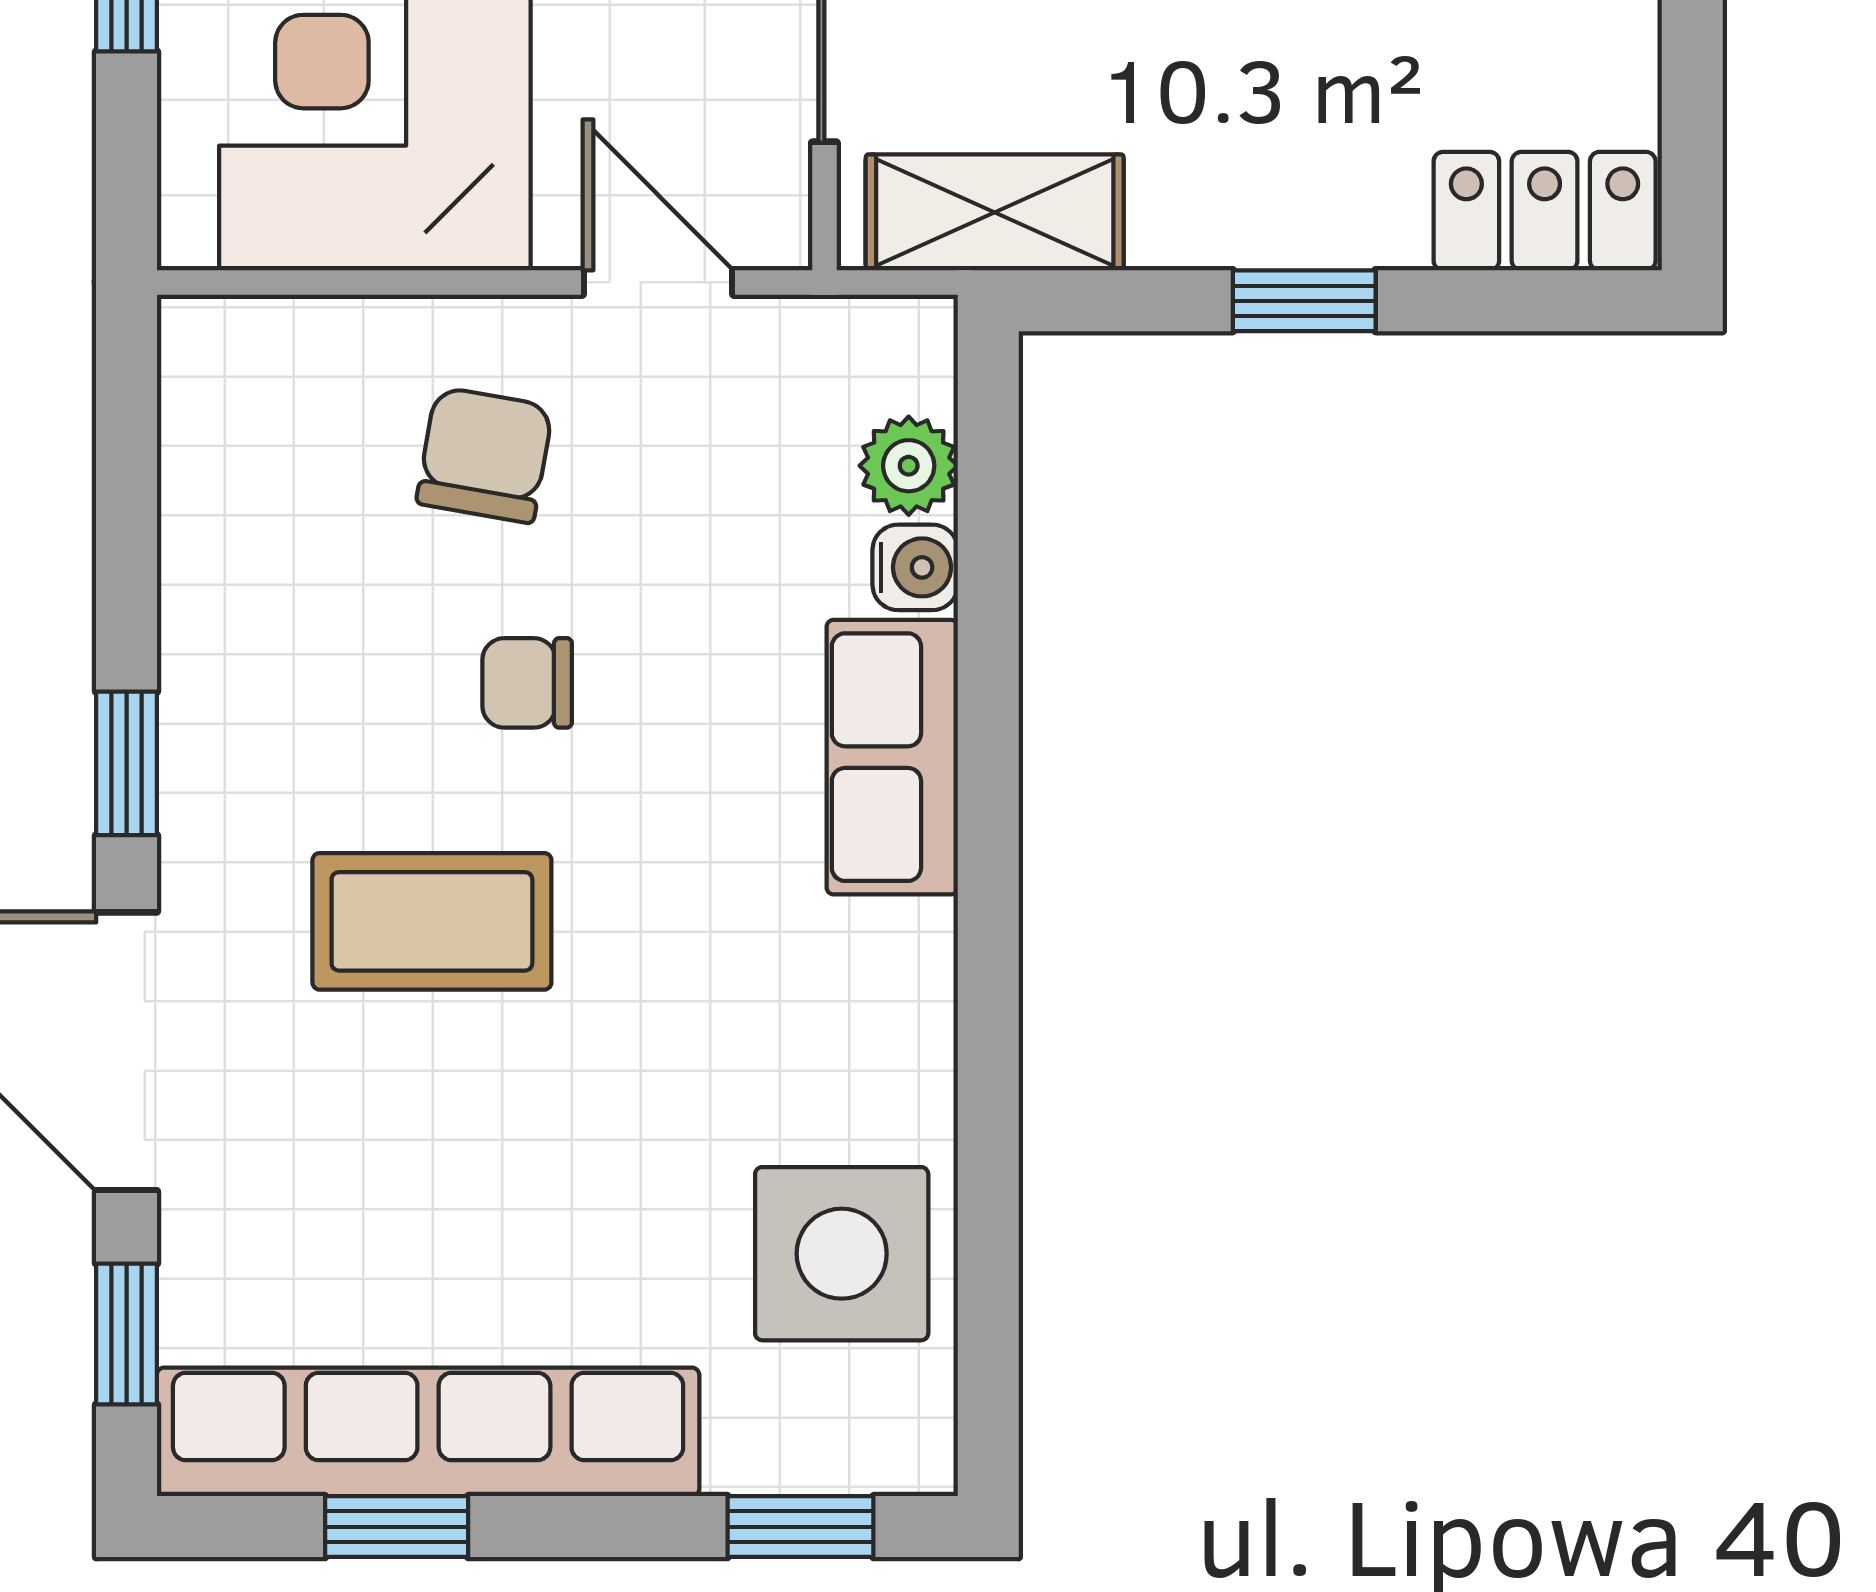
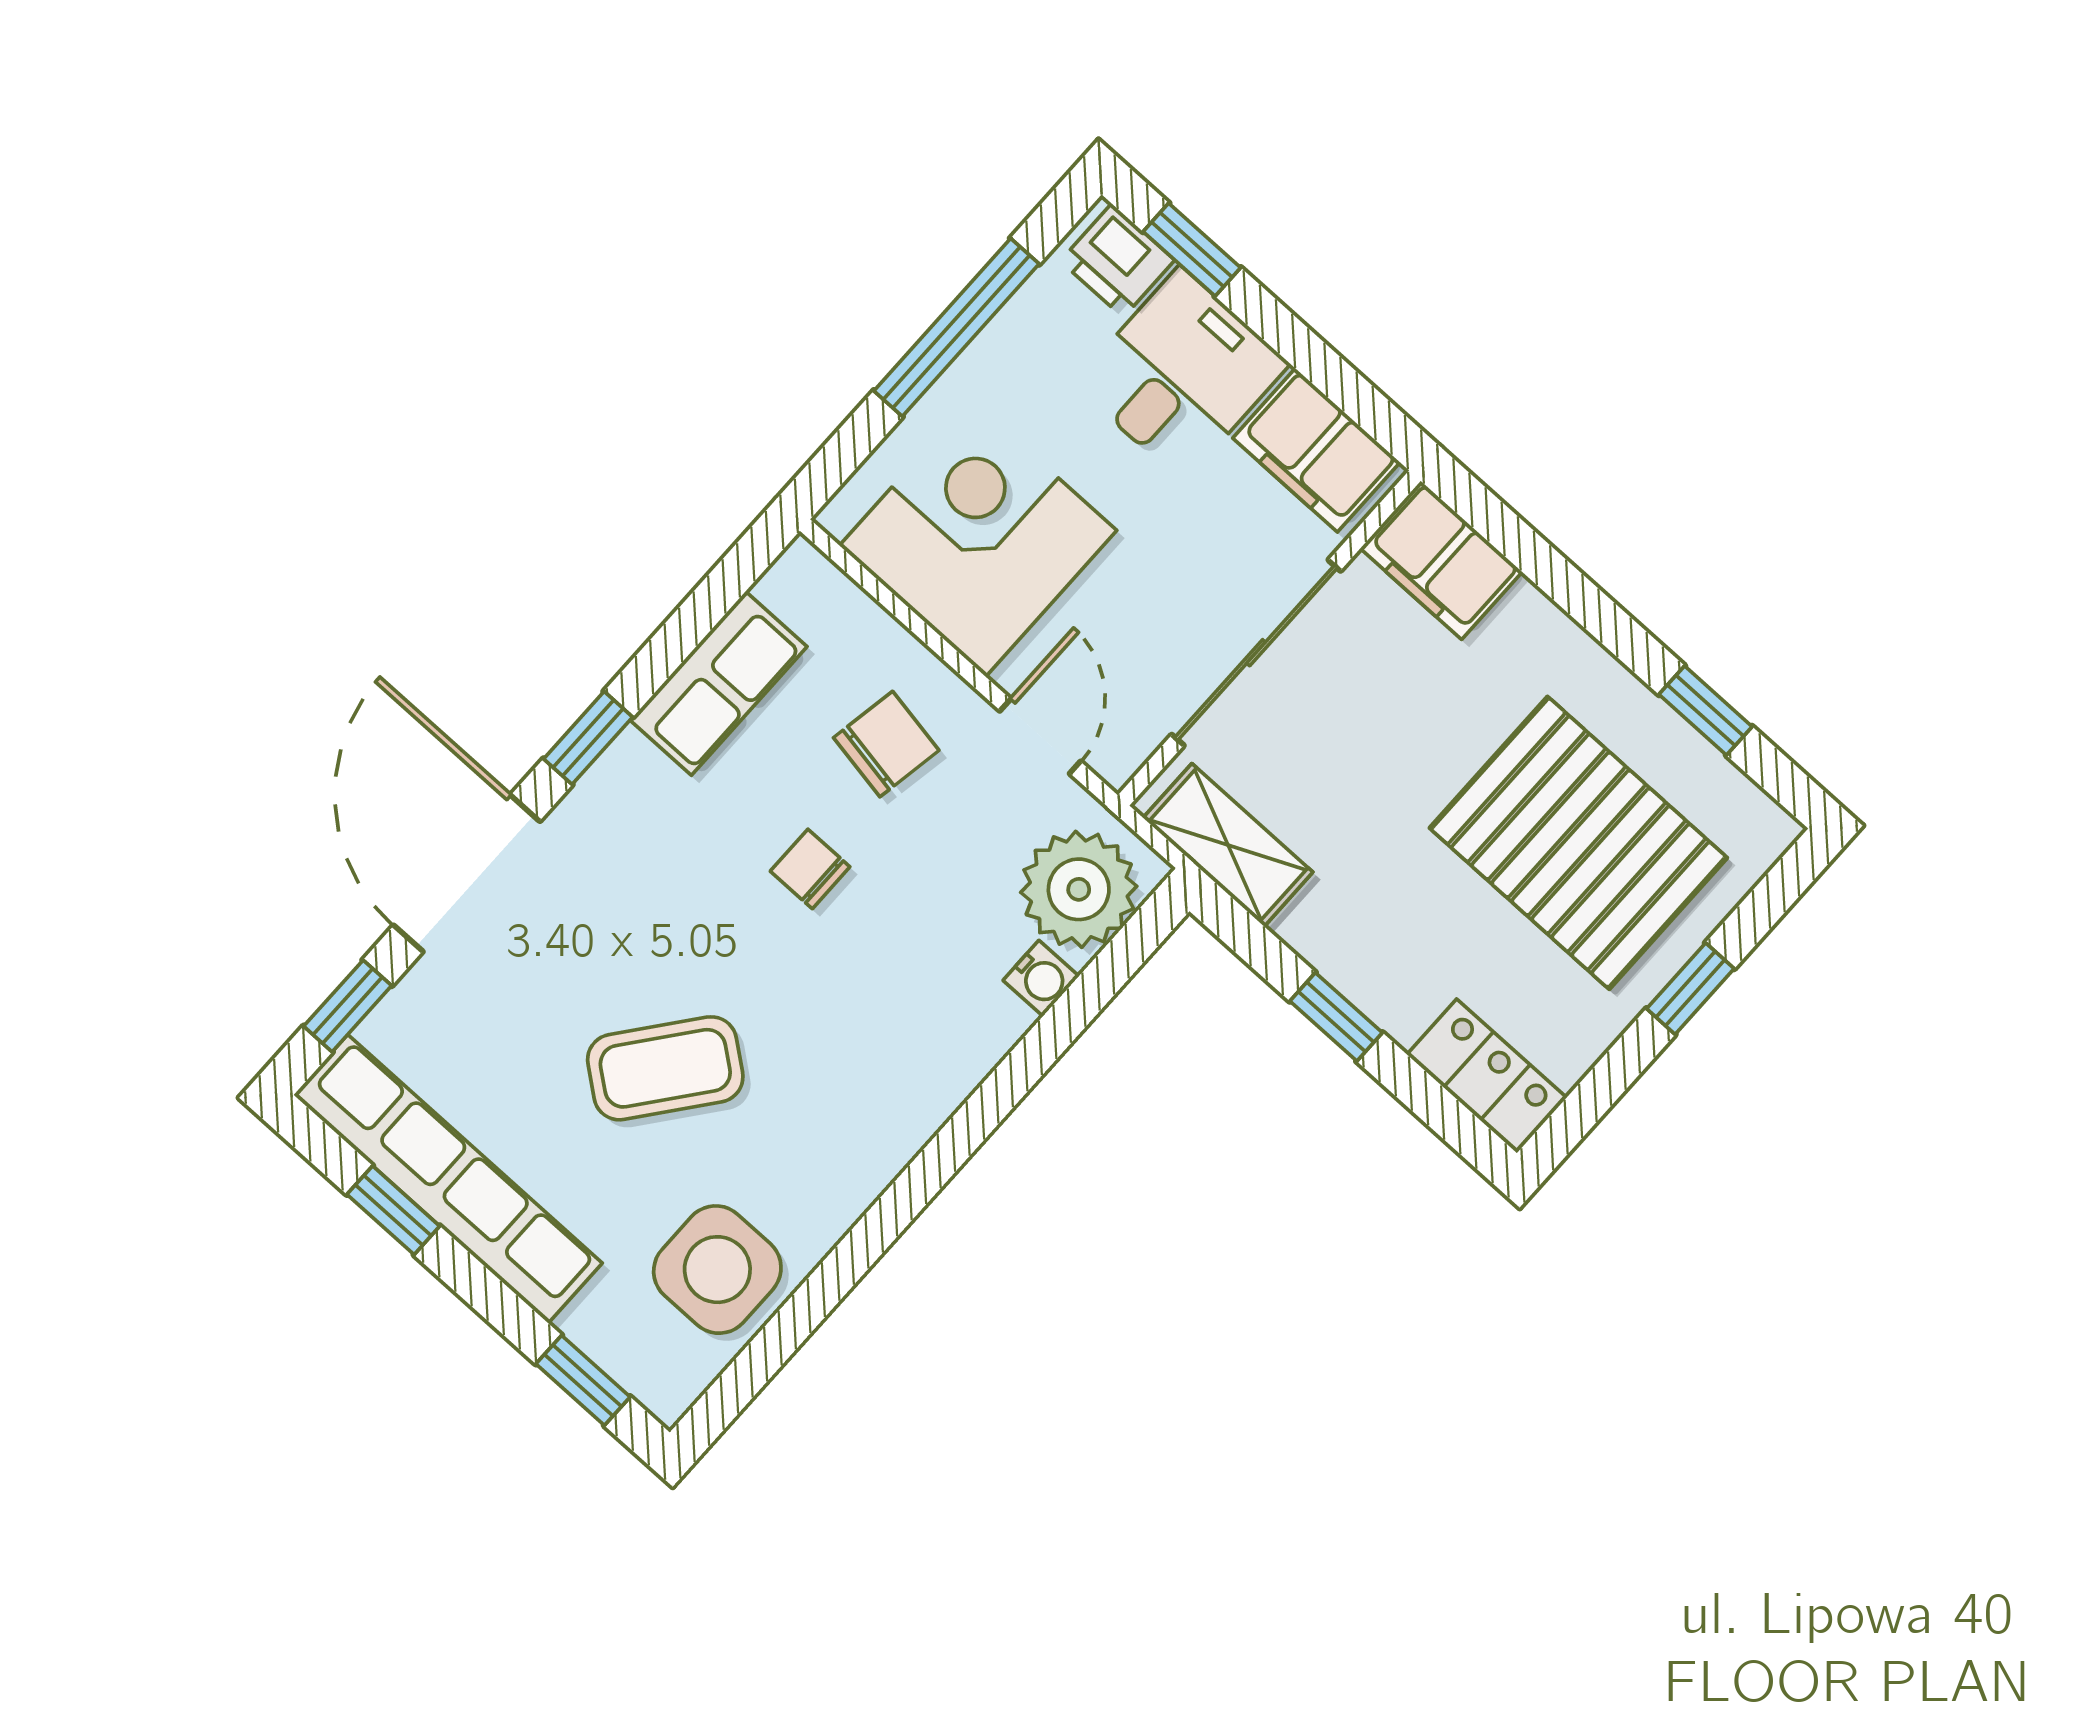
plant: (909, 466) -> (1079, 889), width x1.87, depth x1.87
row of seats: (892, 757) -> (718, 683), moved, turned 180
coffee table: (432, 921) -> (665, 1068), moved, turned -52

